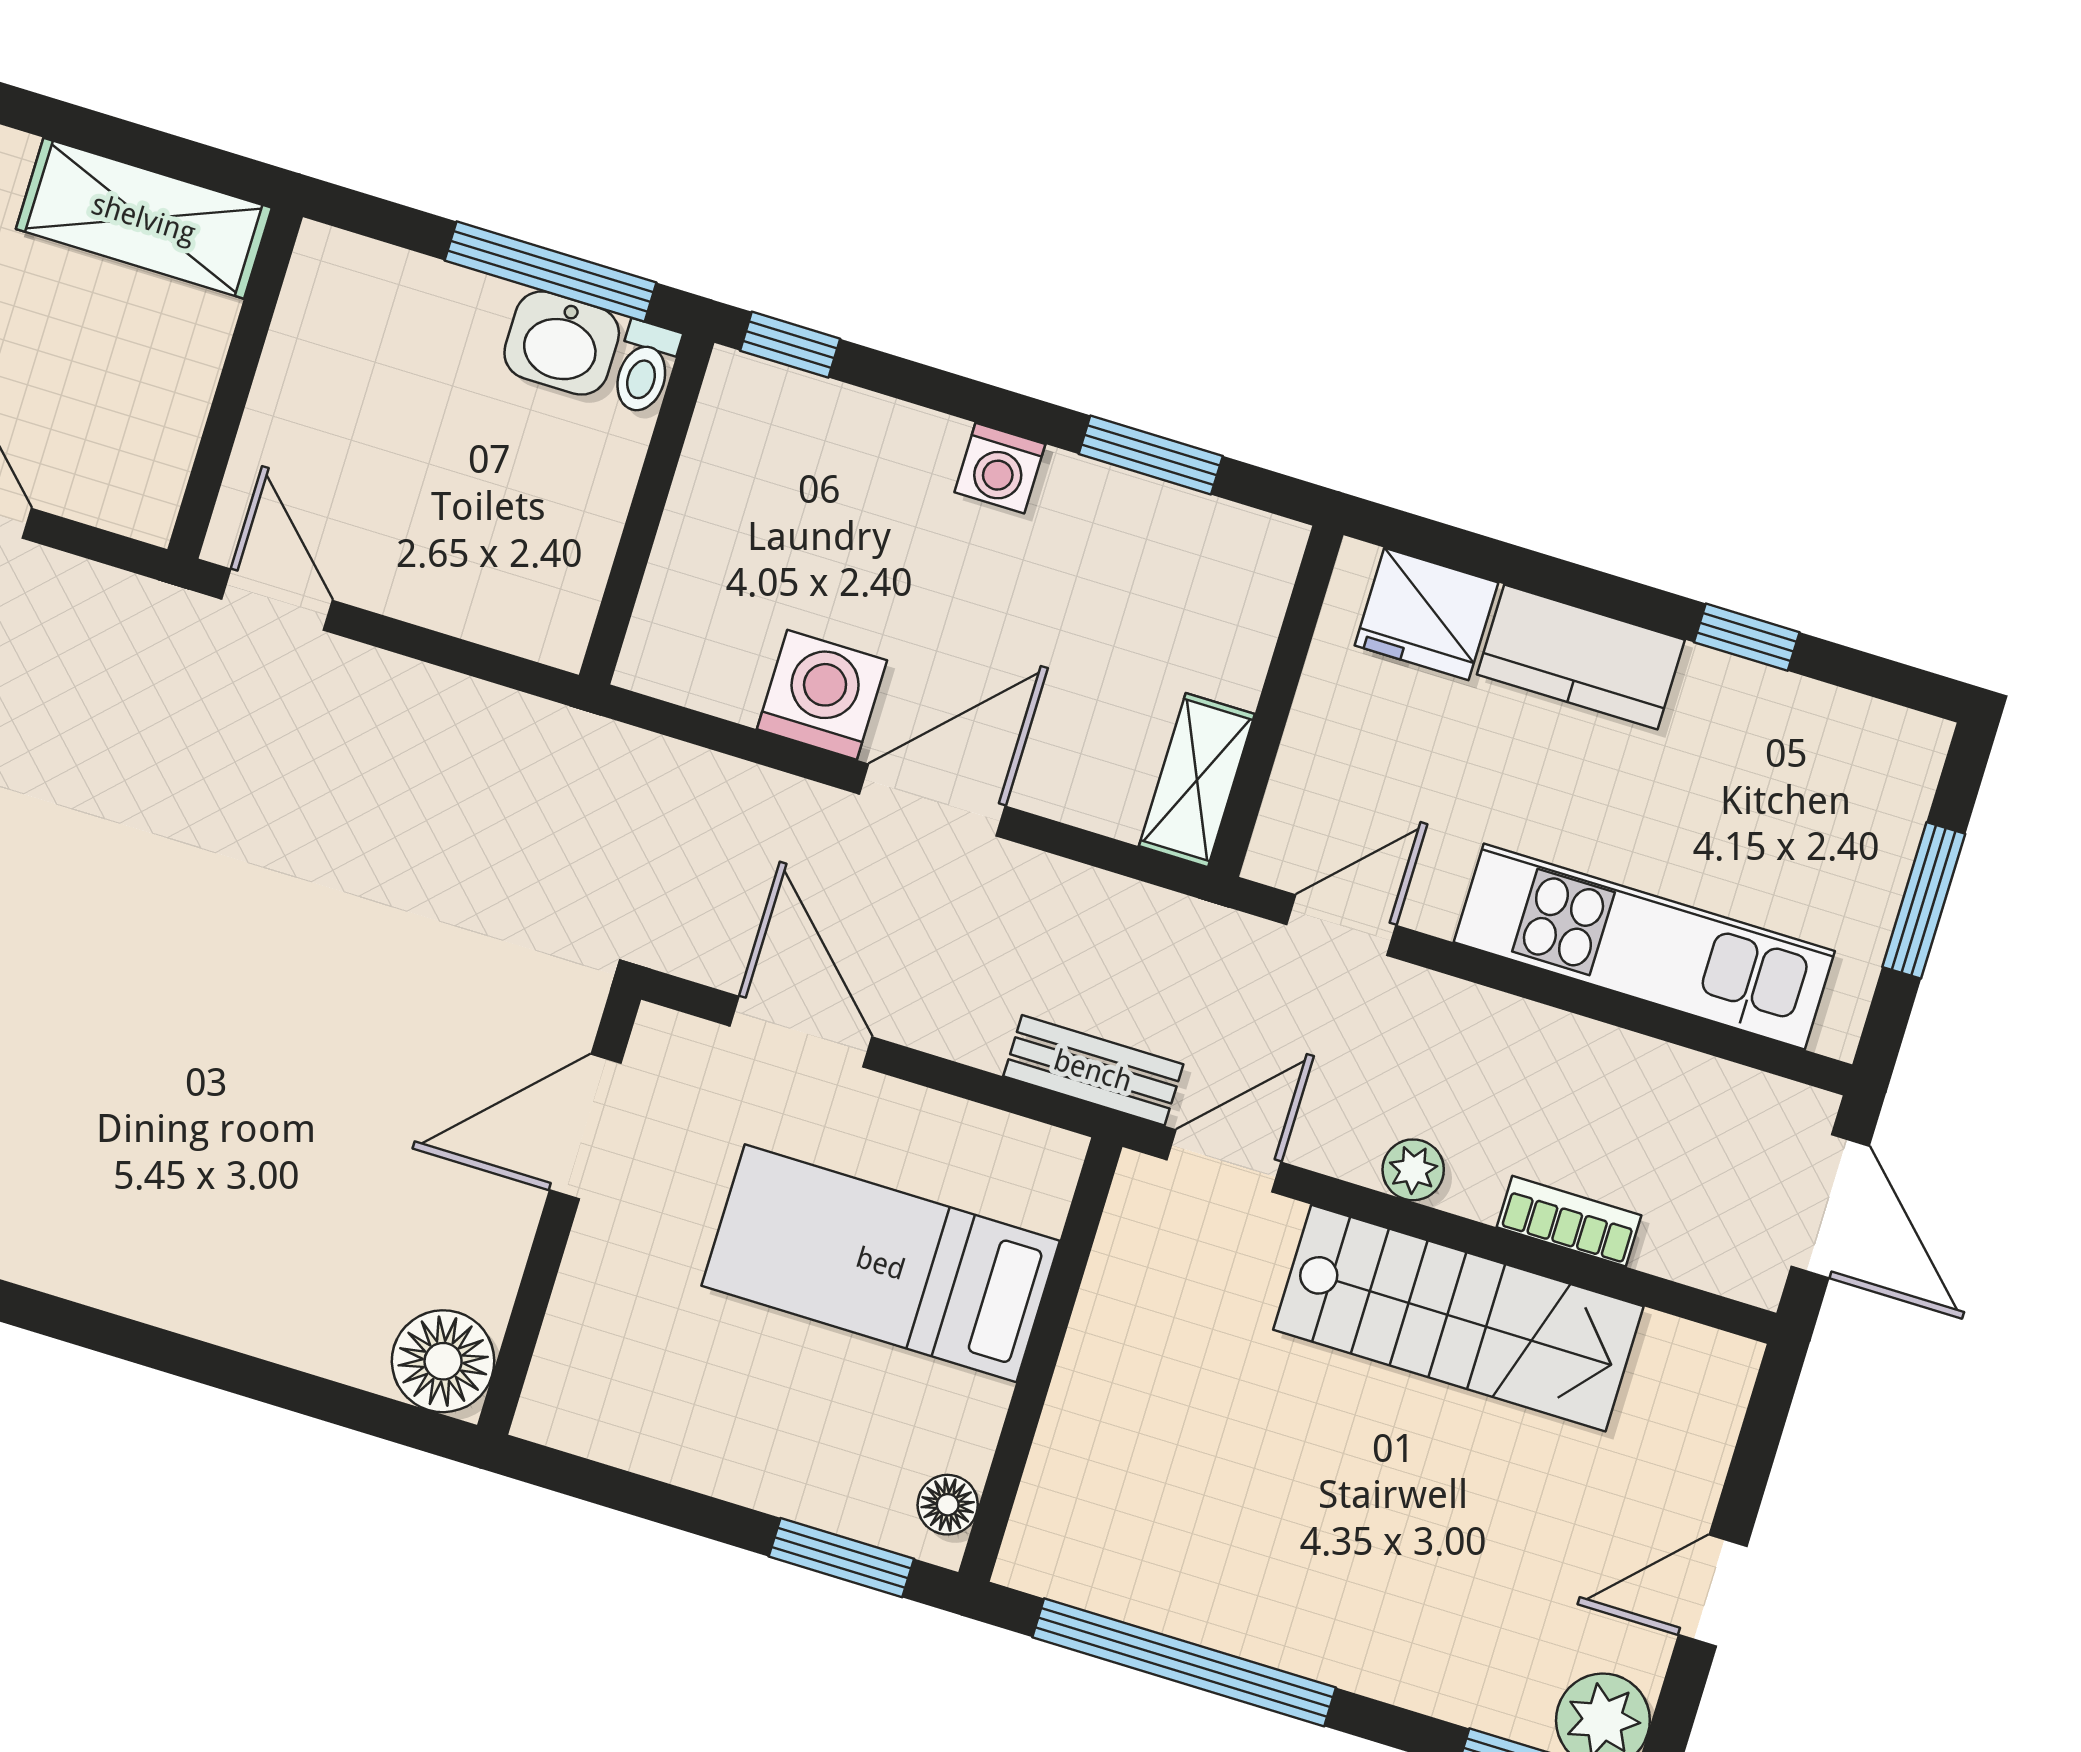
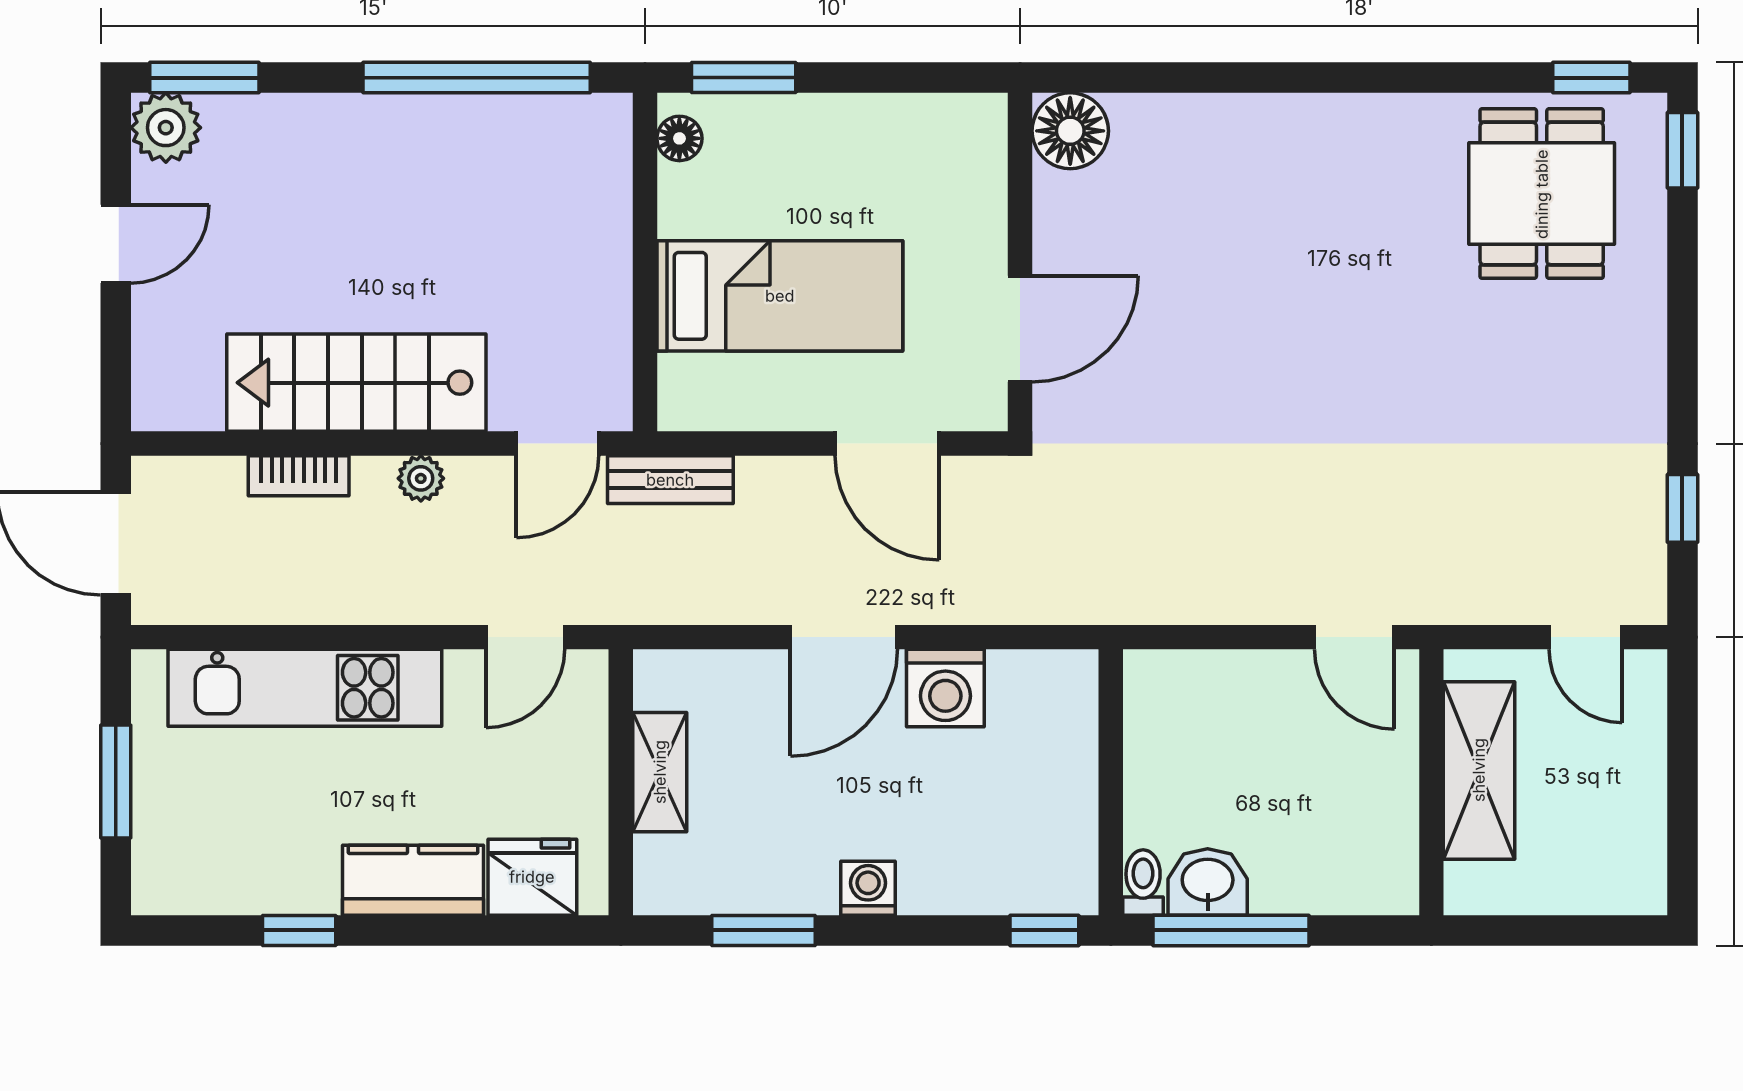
shelving: (144, 218) -> (1479, 770), moved, turned 90
shelving: (1197, 780) -> (660, 772), moved

